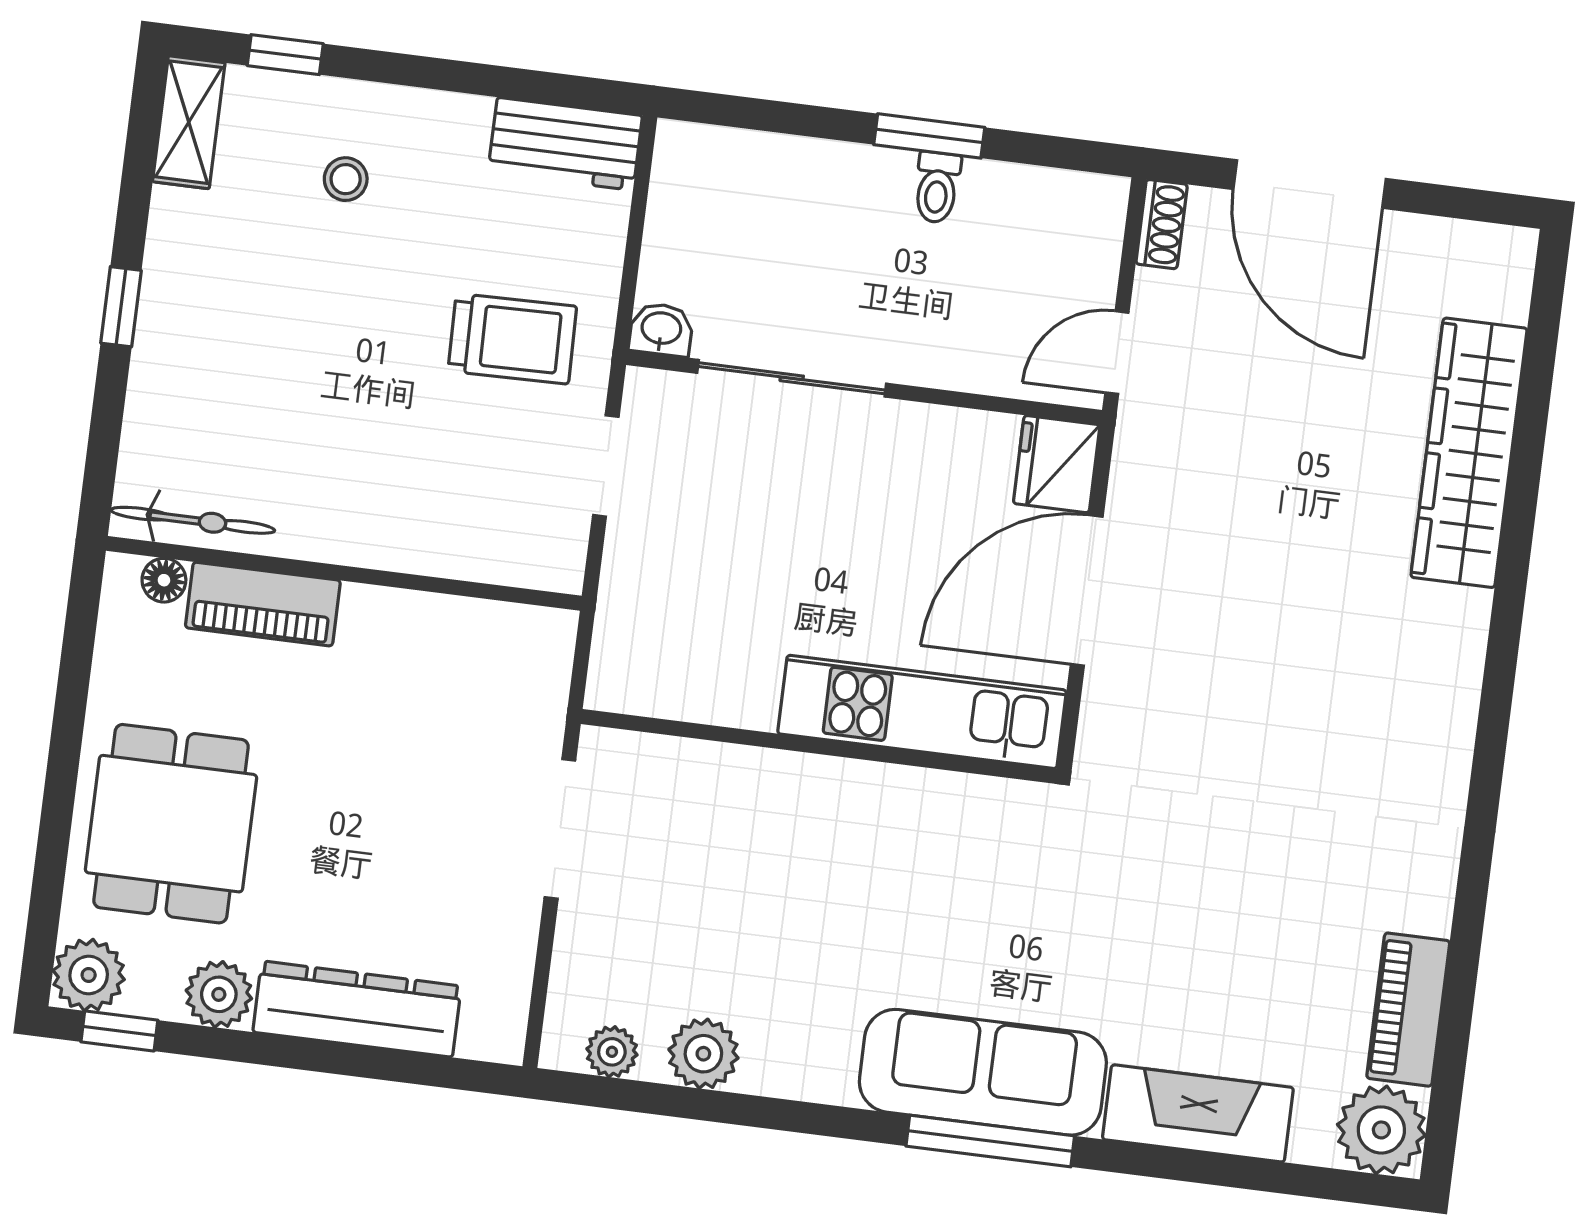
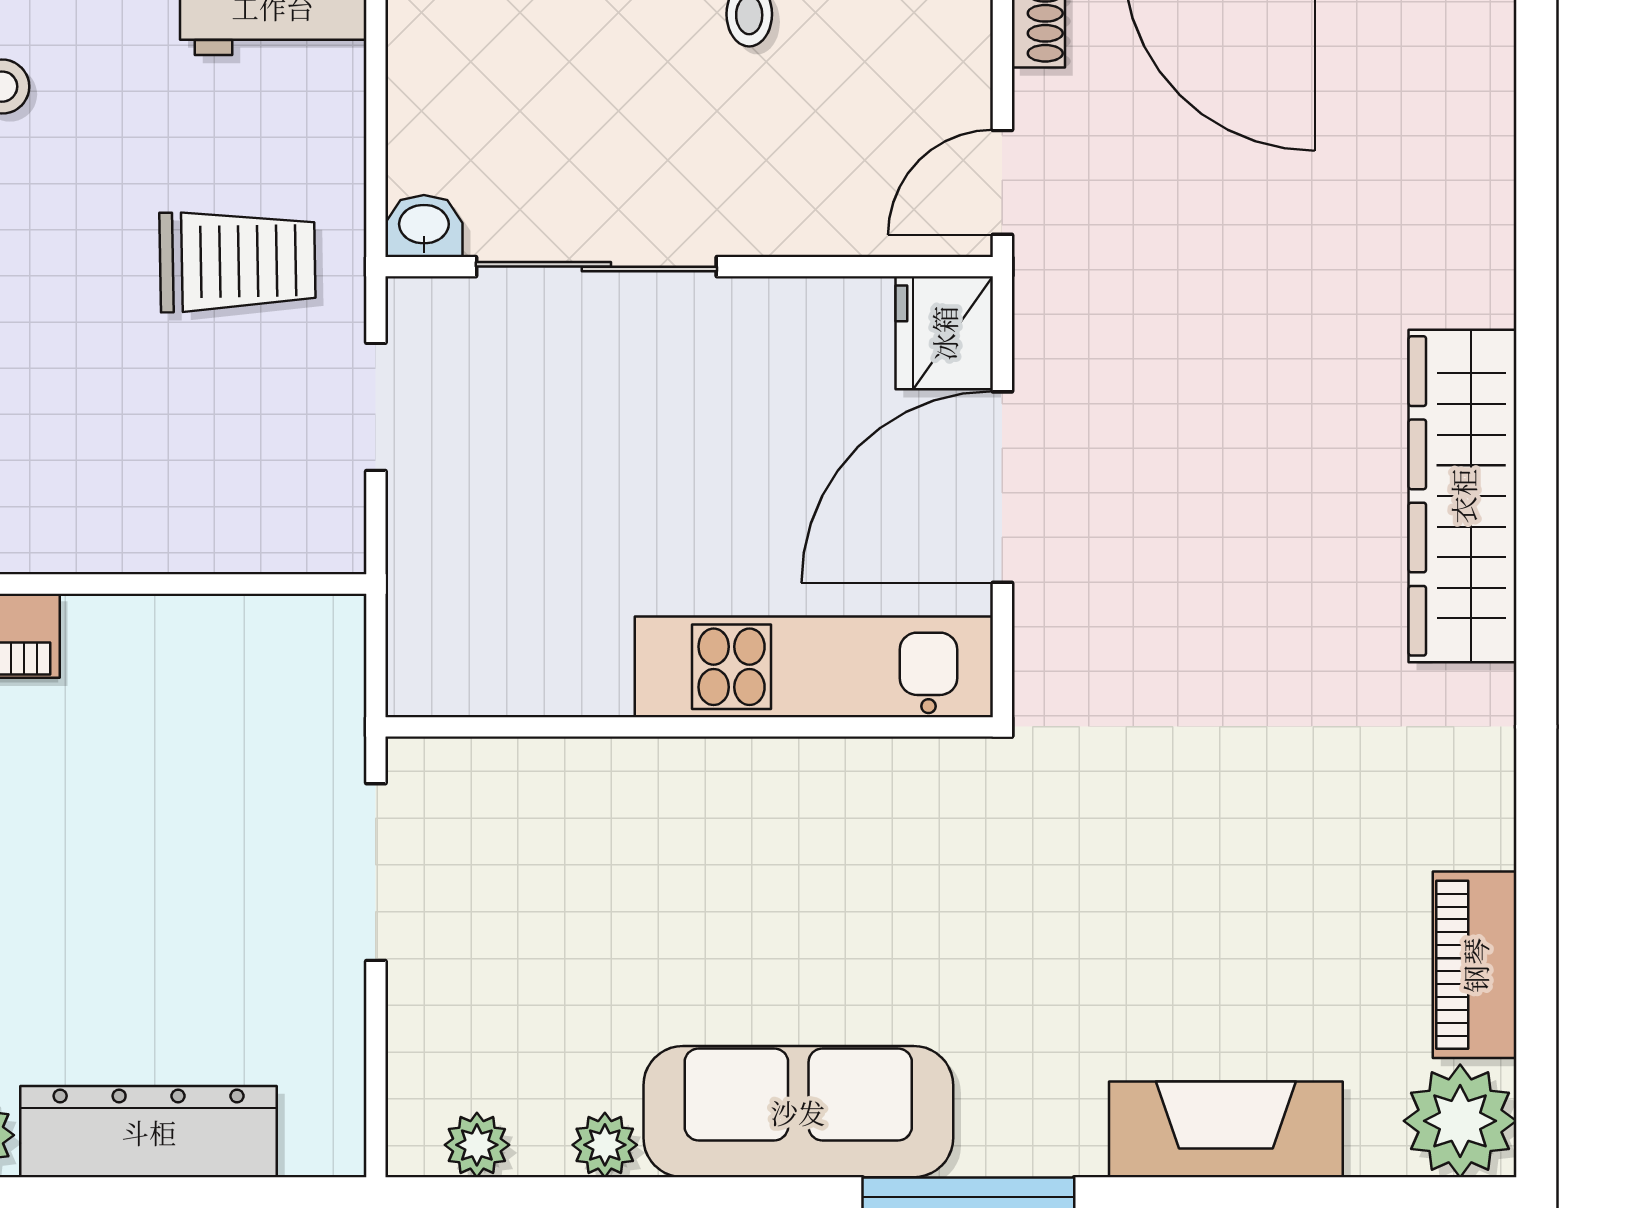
wardrobe: (1469, 453) -> (1463, 496), moved
plant: (703, 1054) -> (605, 1145), width x0.73, depth x0.73
sofa: (983, 1072) -> (798, 1112), moved

